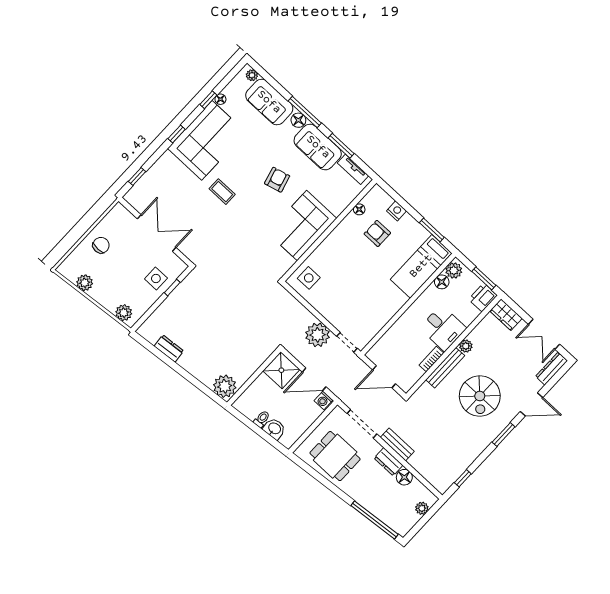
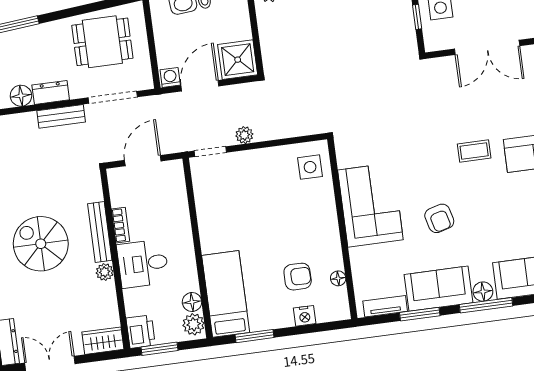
plant: (318, 335) -> (244, 135), width x0.53, depth x0.53

